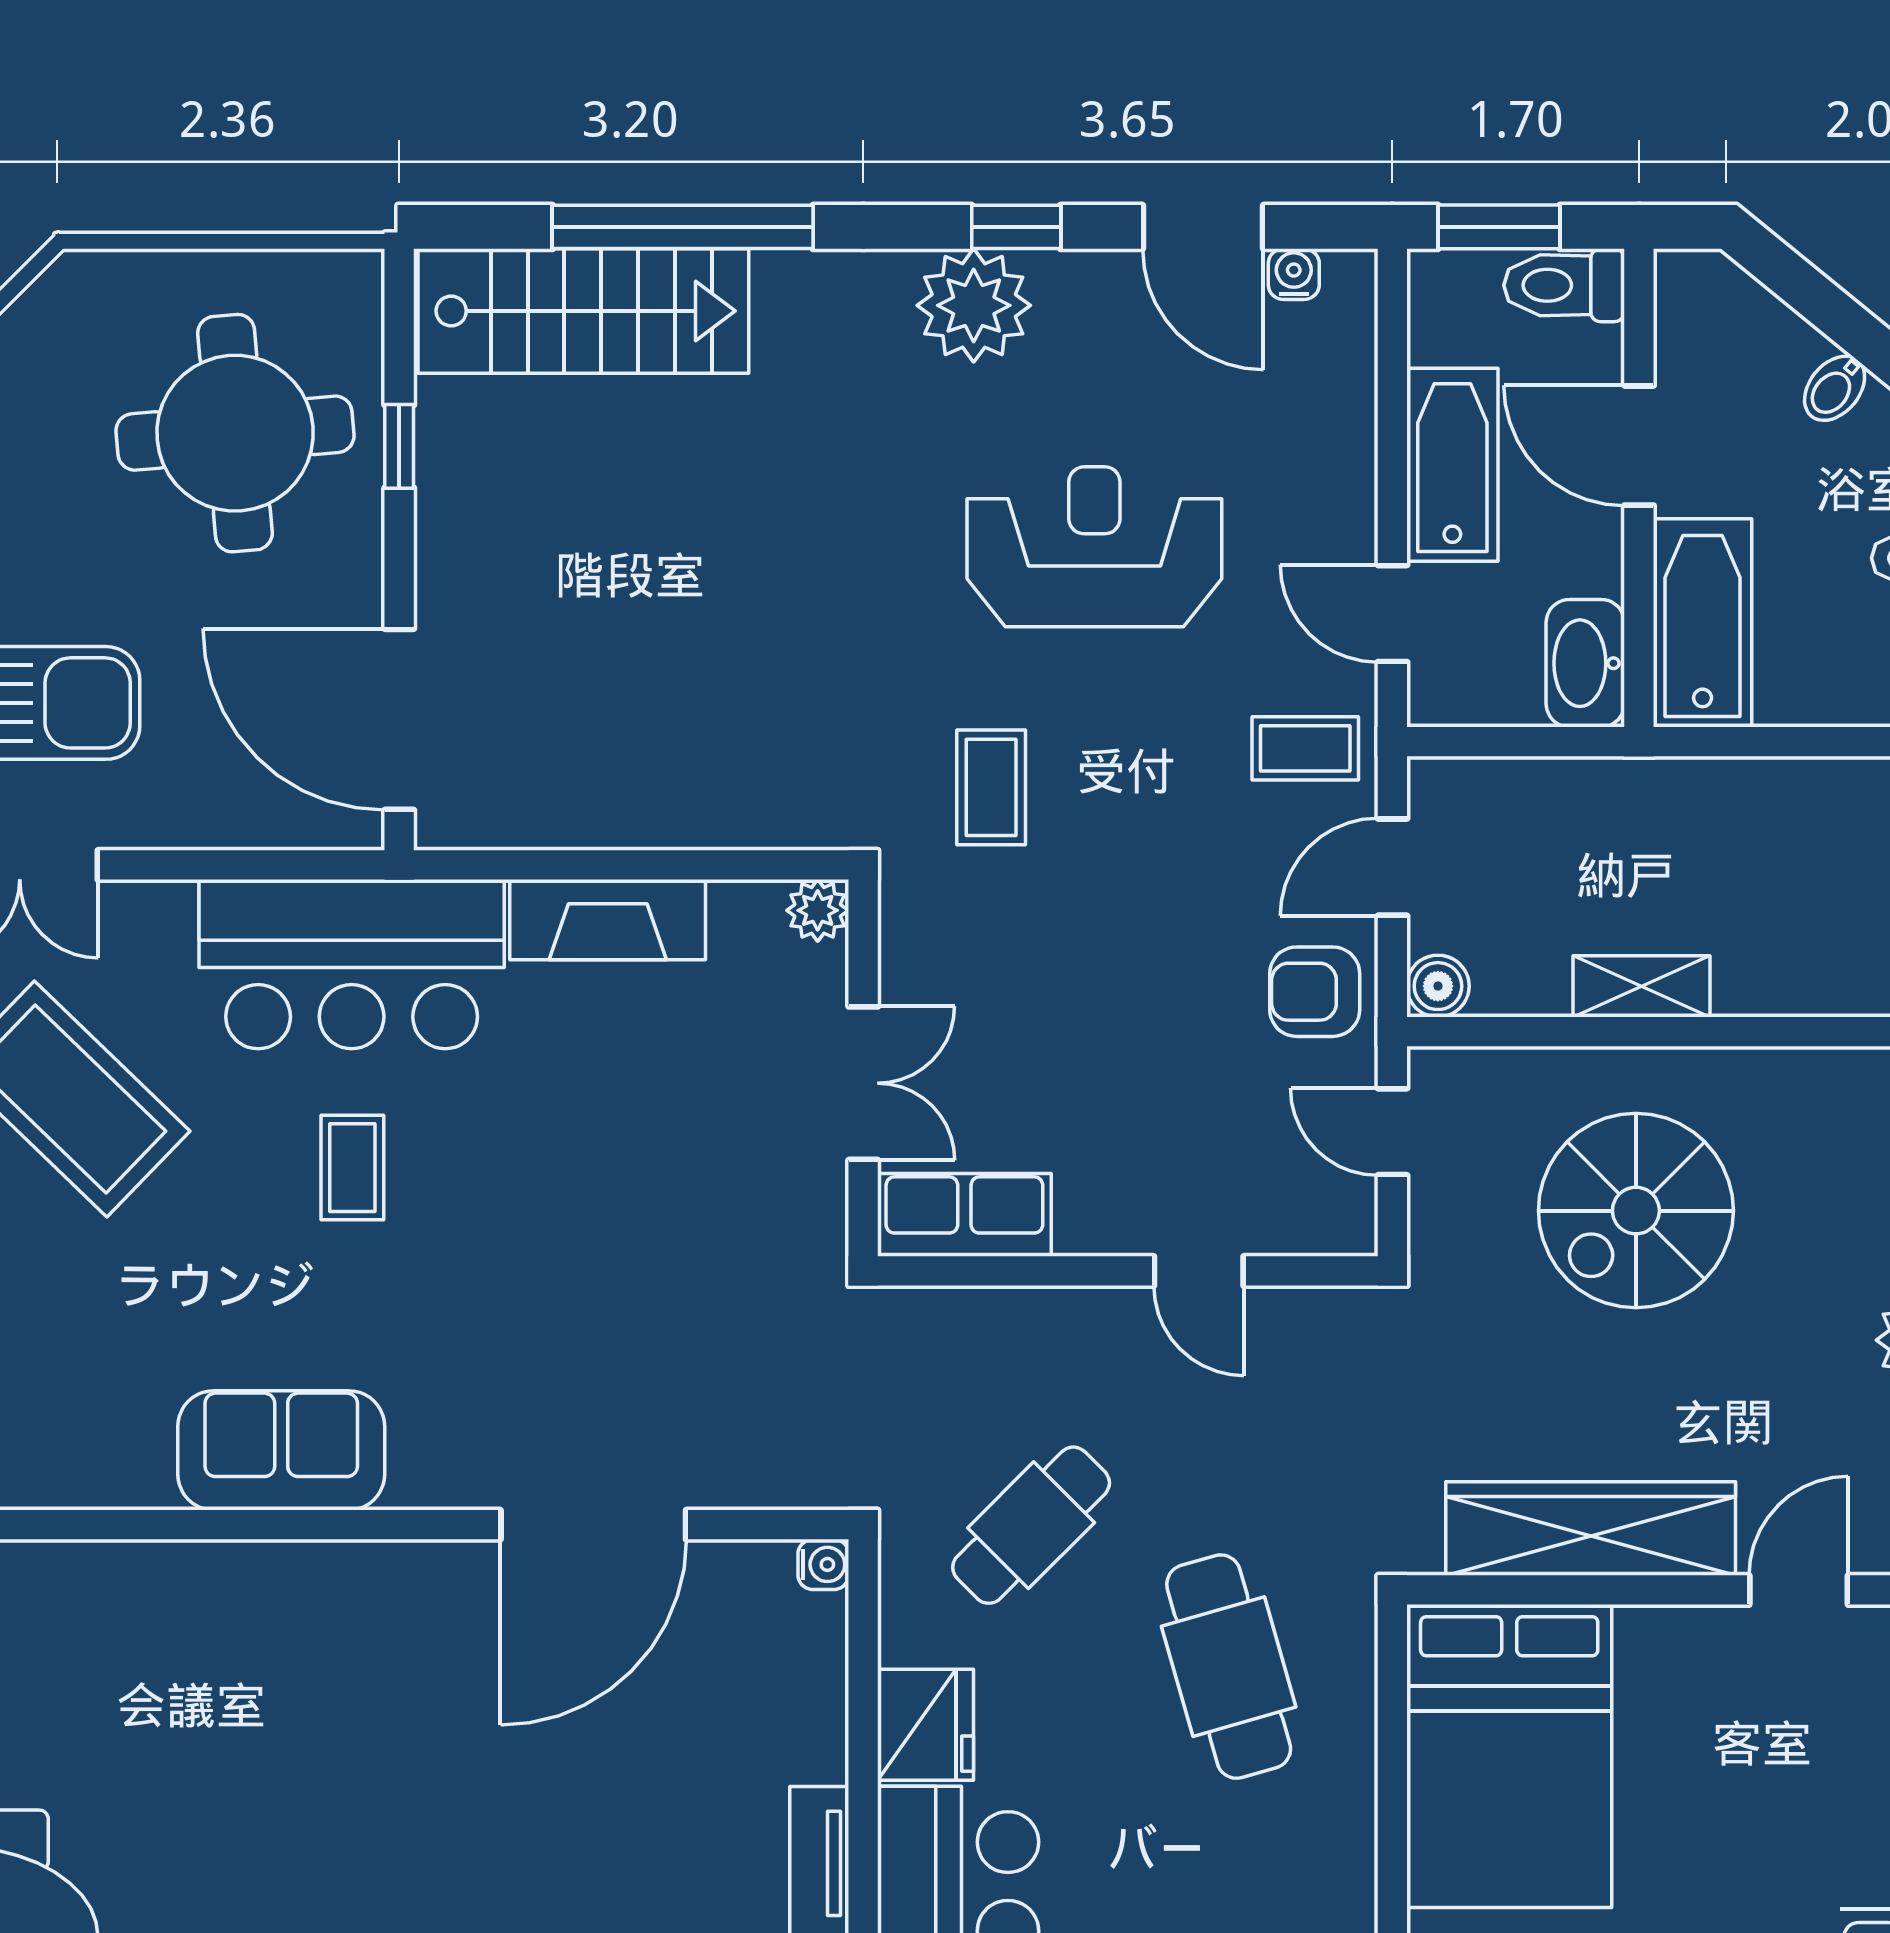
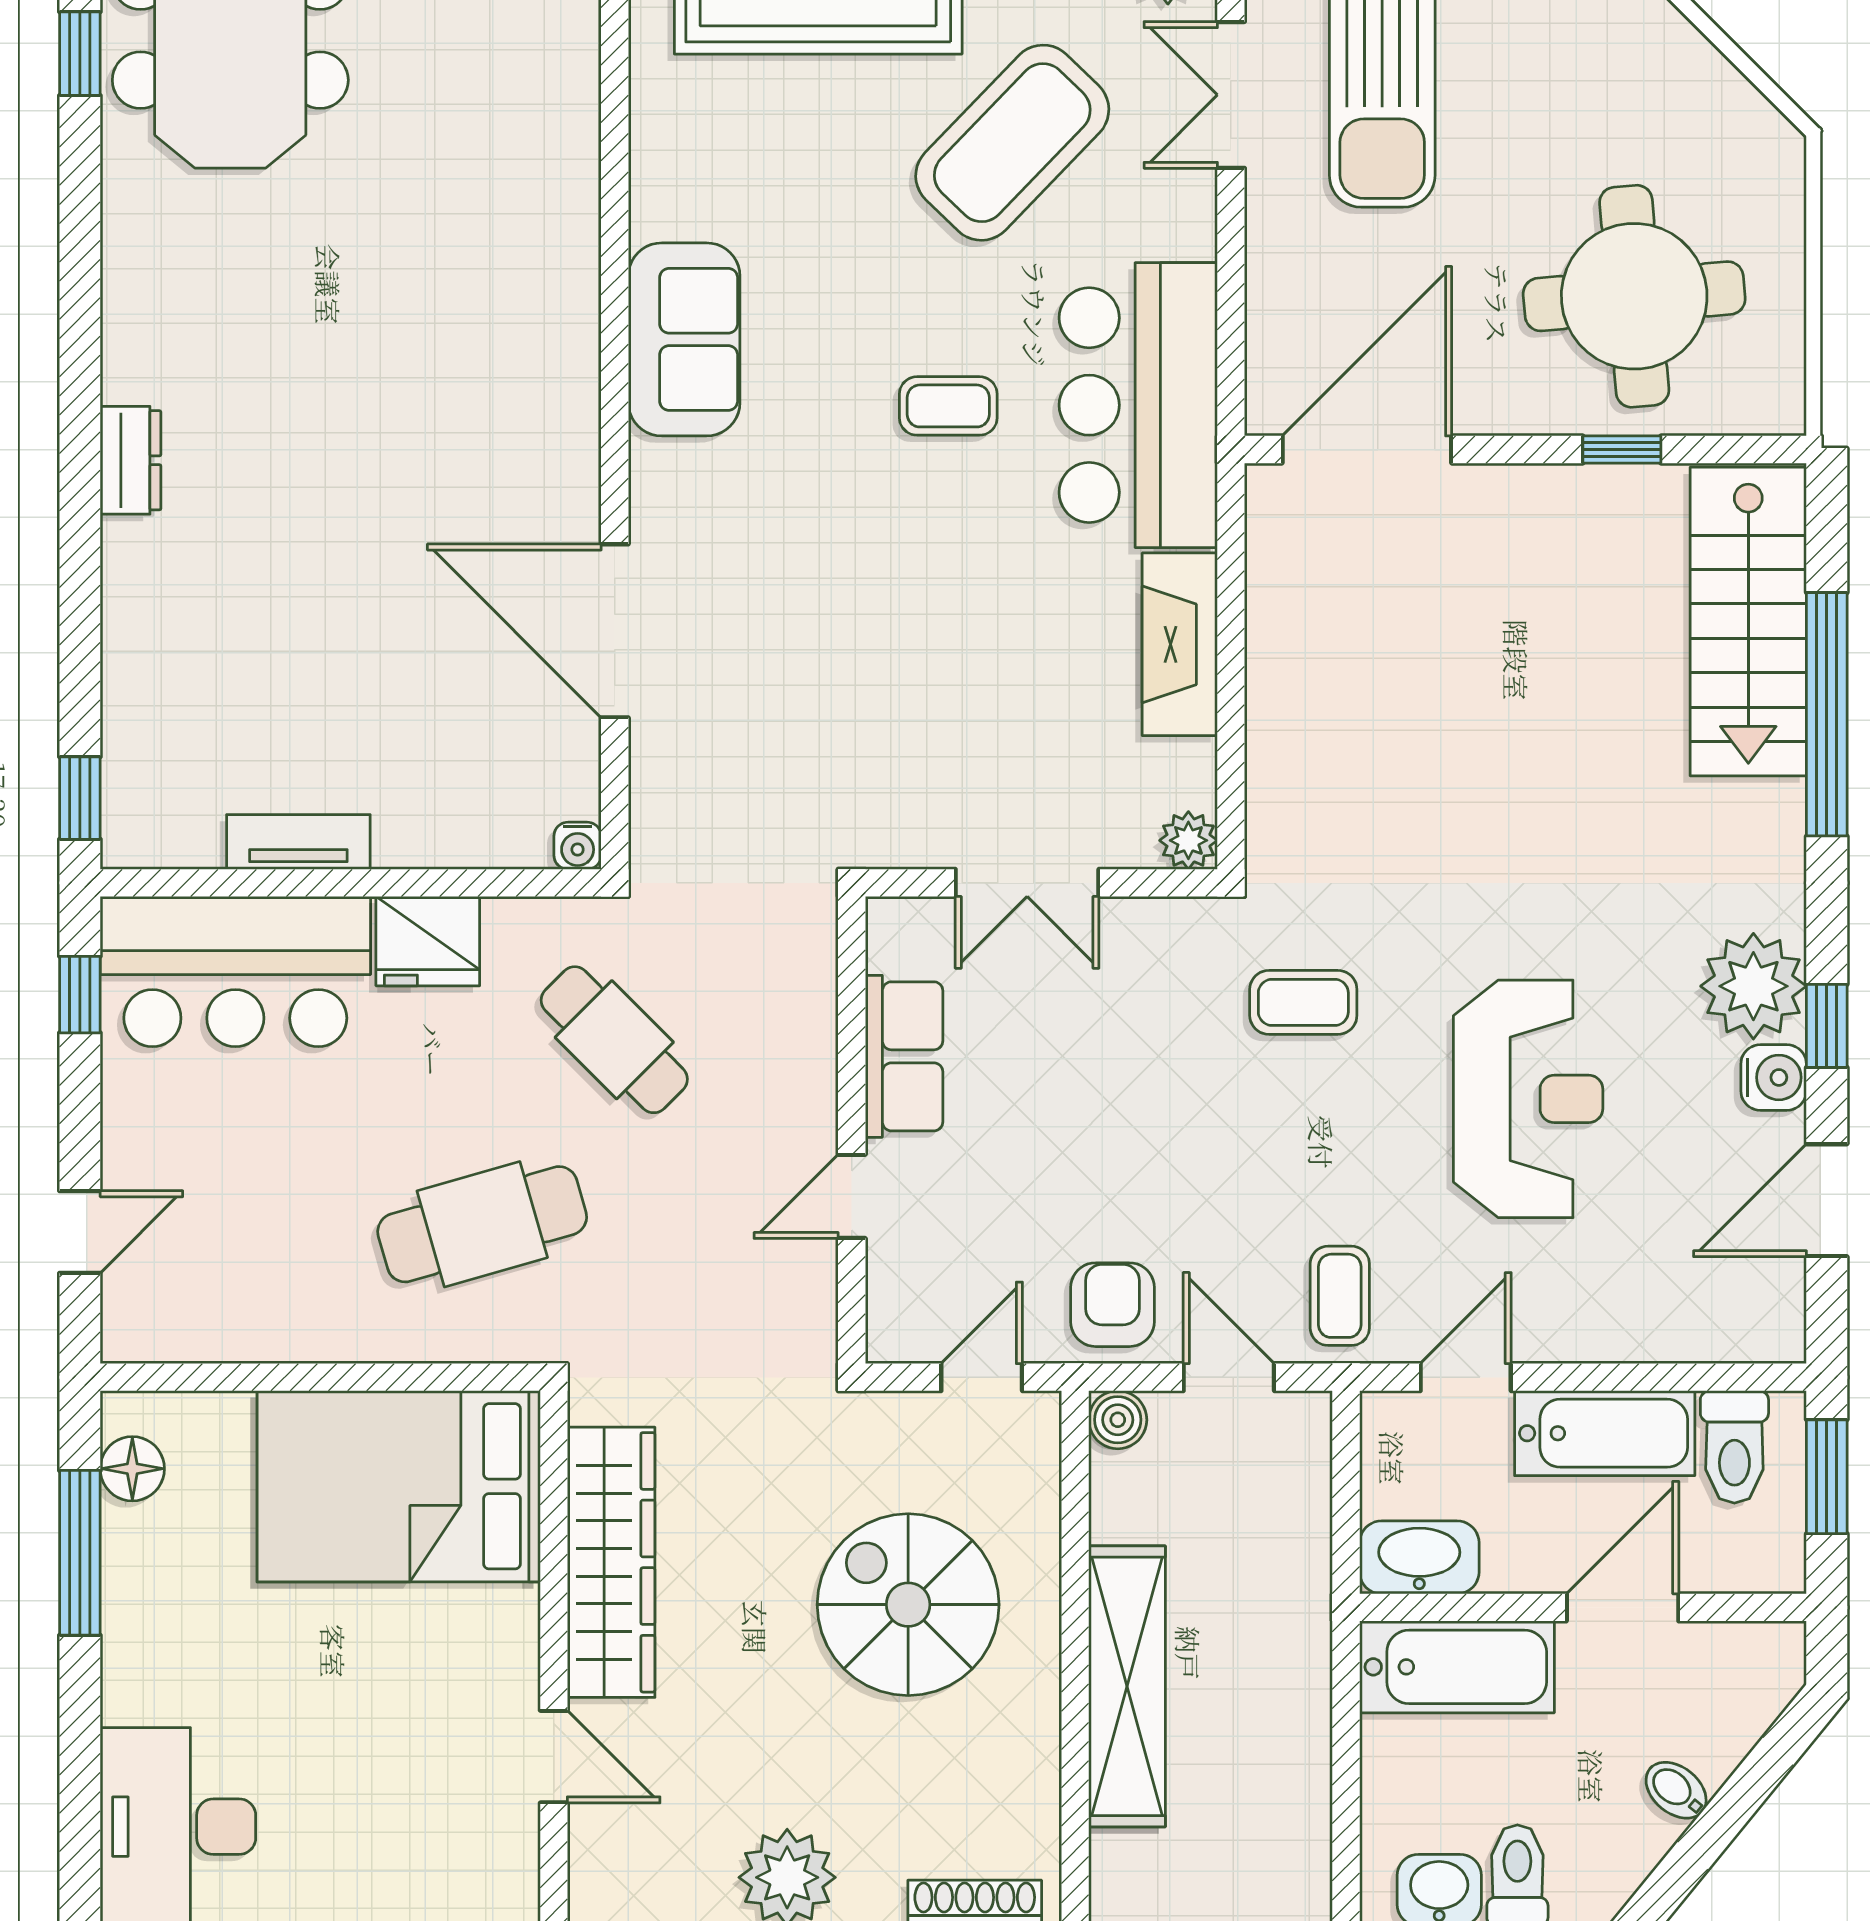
water cooler: (1294, 274) -> (1774, 1077), moved, width x1.38, depth x1.38
toilet: (1564, 285) -> (1734, 1447), moved, turned 180
shelving: (1641, 986) -> (1127, 1686), width x2.20, depth x1.33
row of seats: (964, 1215) -> (904, 1056), moved

